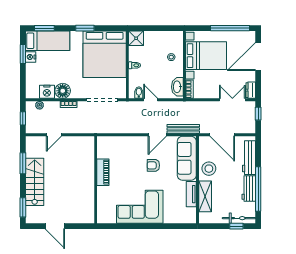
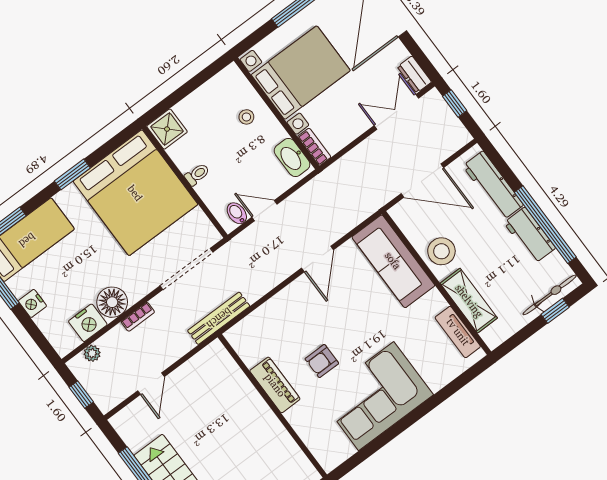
nightstand: (31, 57) -> (32, 303), moved
bench: (183, 129) -> (219, 318), moved
armchair: (153, 165) -> (322, 361), moved
tv unit: (191, 194) -> (458, 332), moved

